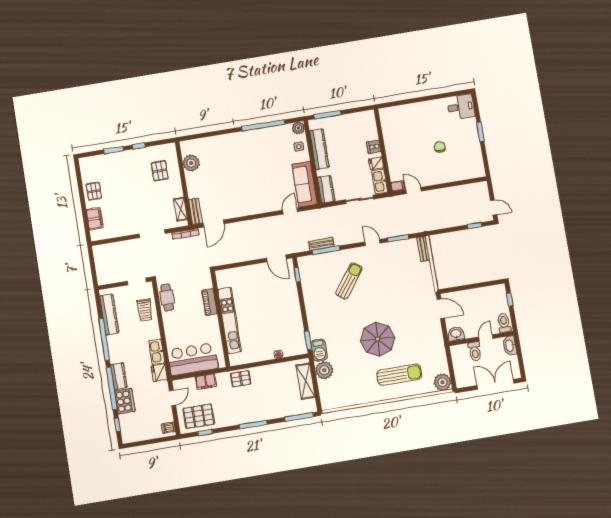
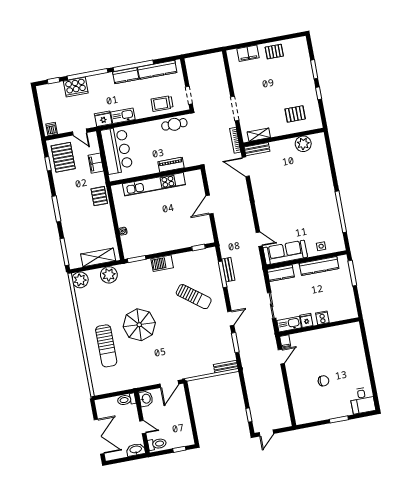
plant: (298, 128) -> (339, 245), removed
door: (276, 258) -> (209, 205), moved
barbecue: (319, 350) -> (162, 263), moved
toilet: (475, 351) -> (126, 400), moved
kitchen counter: (119, 376) -> (126, 76), moved
plant: (442, 382) -> (80, 280), moved

